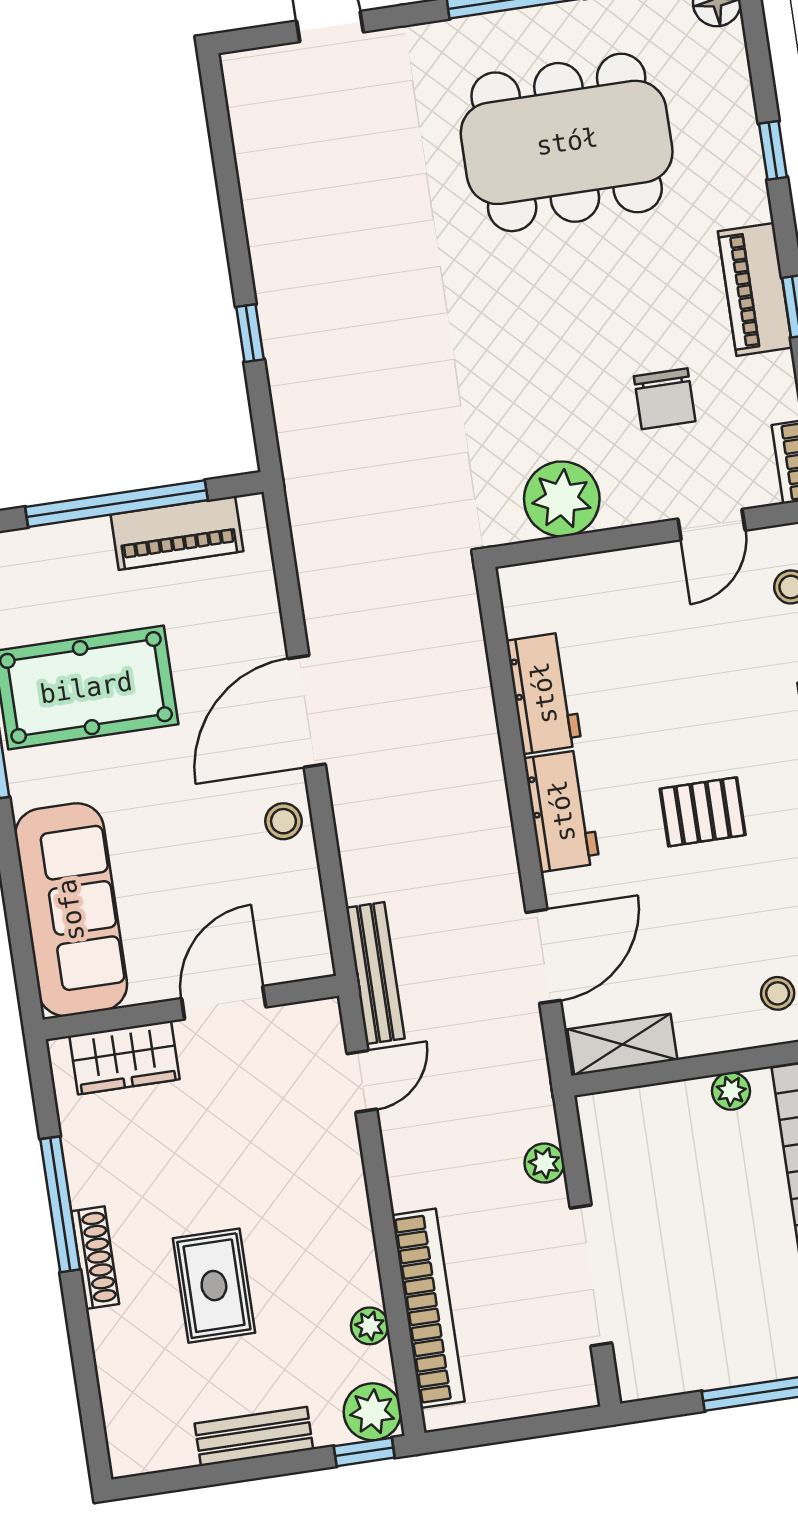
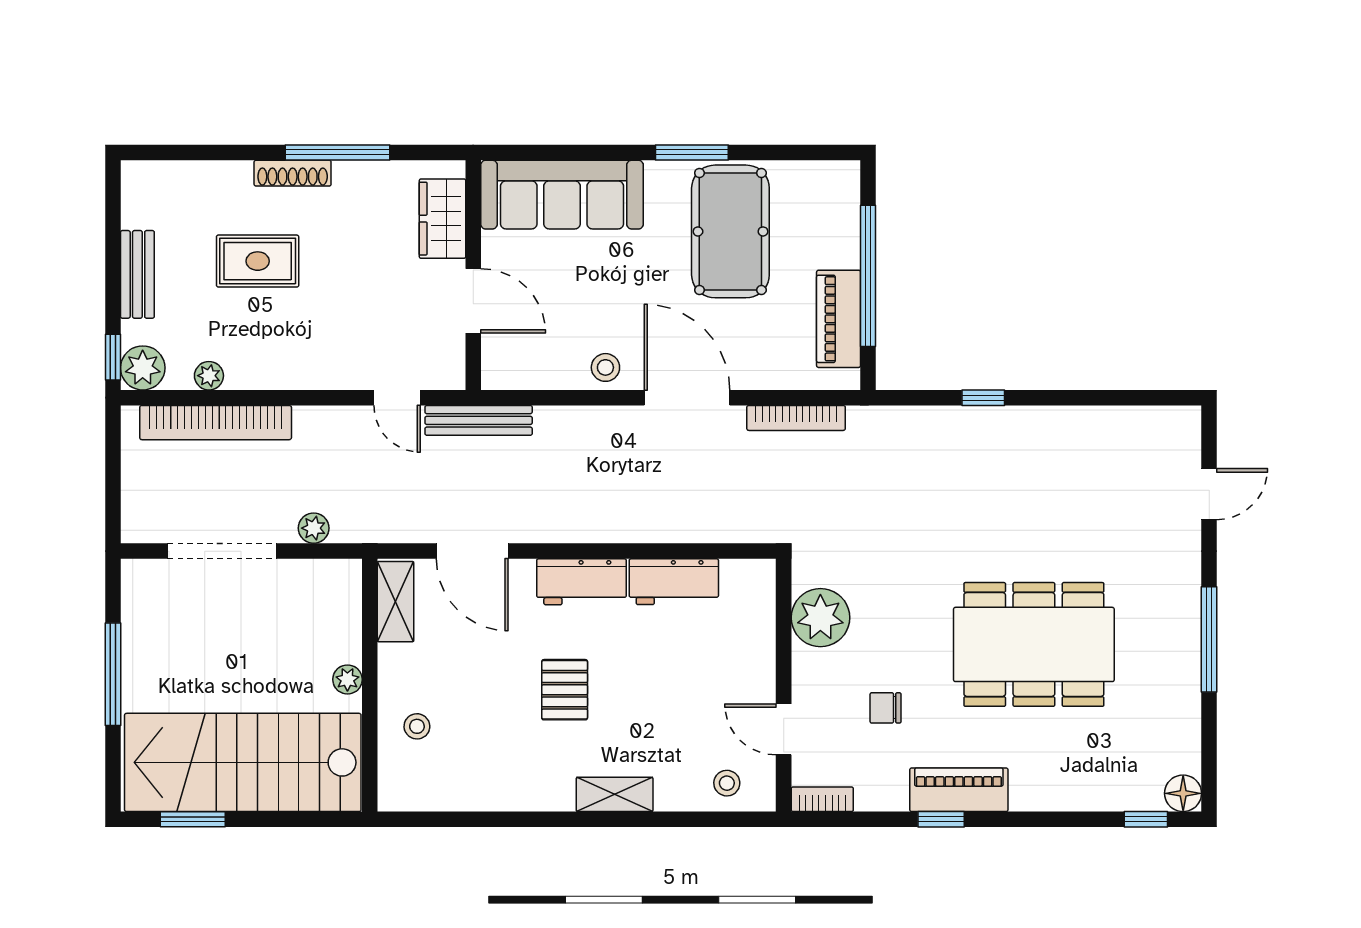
dining table: (567, 142) -> (1034, 644), moved, turned 90
window: (773, 150) -> (1146, 819), moved
chair: (665, 399) -> (885, 708), width x0.73, depth x0.73
bookcase: (312, 568) -> (796, 418), added

